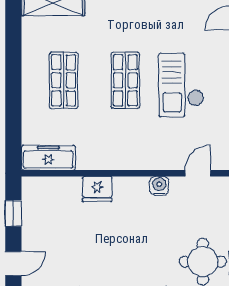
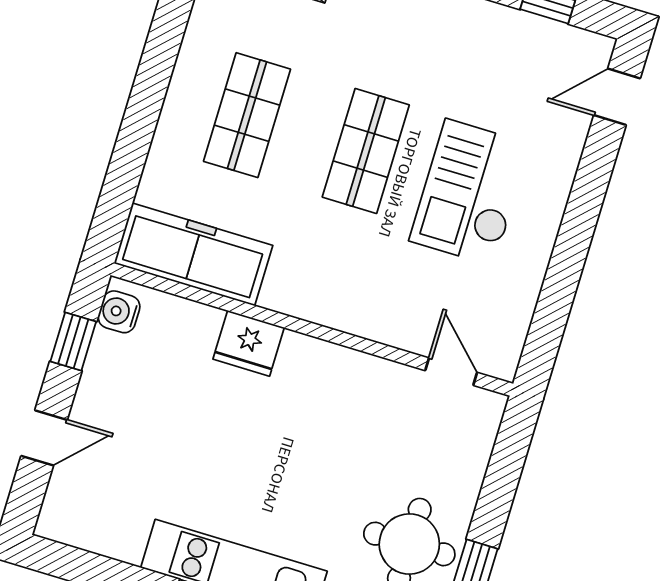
freezer: (48, 158) -> (193, 254), width x1.36, depth x1.26
door: (198, 173) -> (451, 372), hinge flipped
water cooler: (159, 186) -> (119, 312), moved, turned -90

